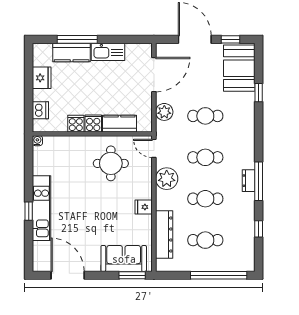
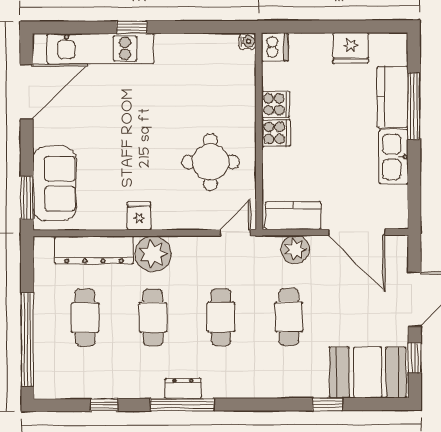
dishwasher: (40, 110) -> (275, 47), moved, turned -90
kitchen counter: (119, 124) -> (293, 216), moved, turned -90
plant: (167, 179) -> (153, 254), moved
kitchen unit: (41, 208) -> (100, 48), moved

